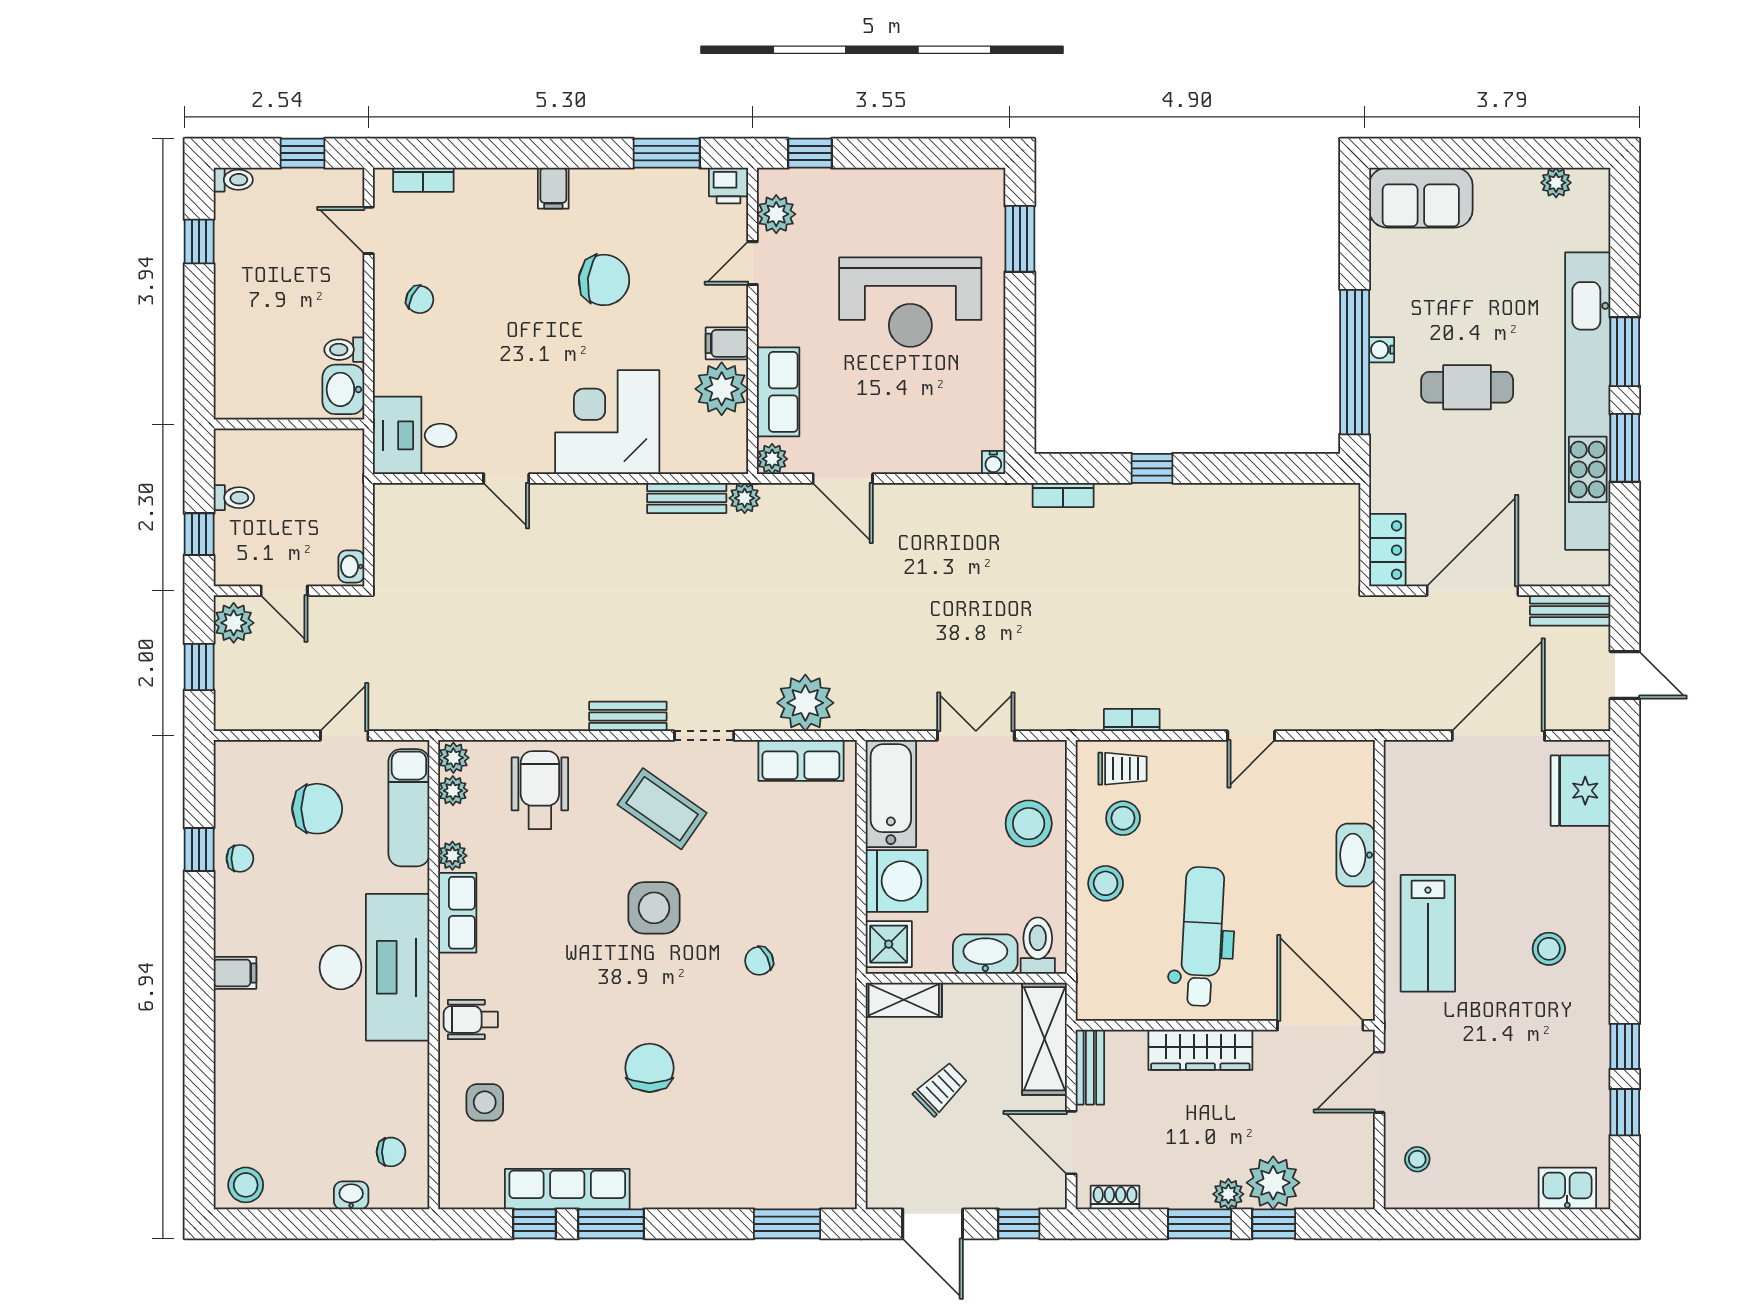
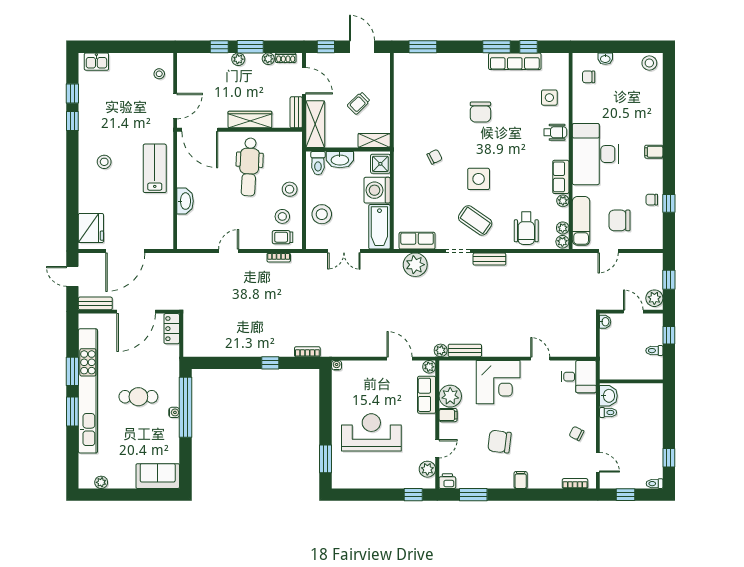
plant: (1273, 1183) -> (268, 59), moved, width x0.53, depth x0.53

